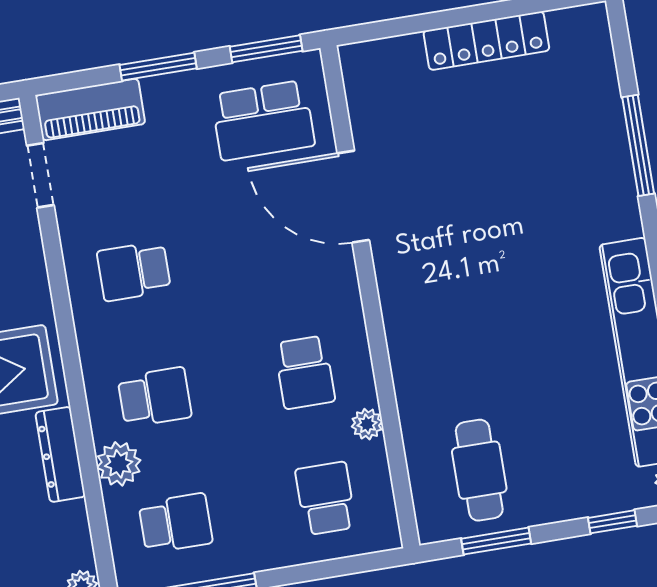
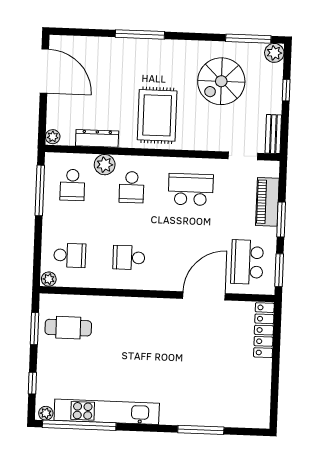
locker: (486, 41) -> (264, 330), moved
piano: (90, 109) -> (267, 202), moved
school desk: (134, 271) -> (191, 189), width x1.85
plant: (367, 424) -> (49, 279), moved
dresser: (60, 454) -> (97, 138), moved

